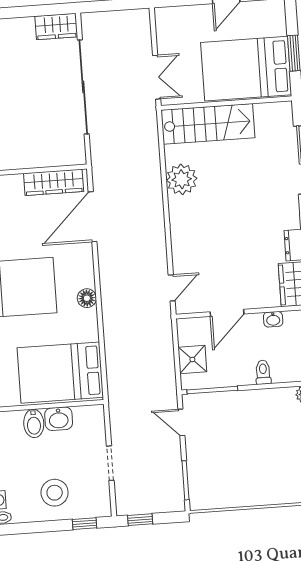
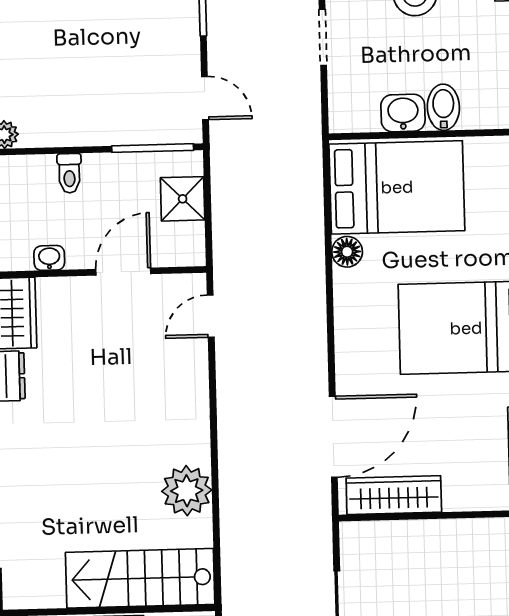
floor lamp: (87, 298) -> (347, 252), moved

